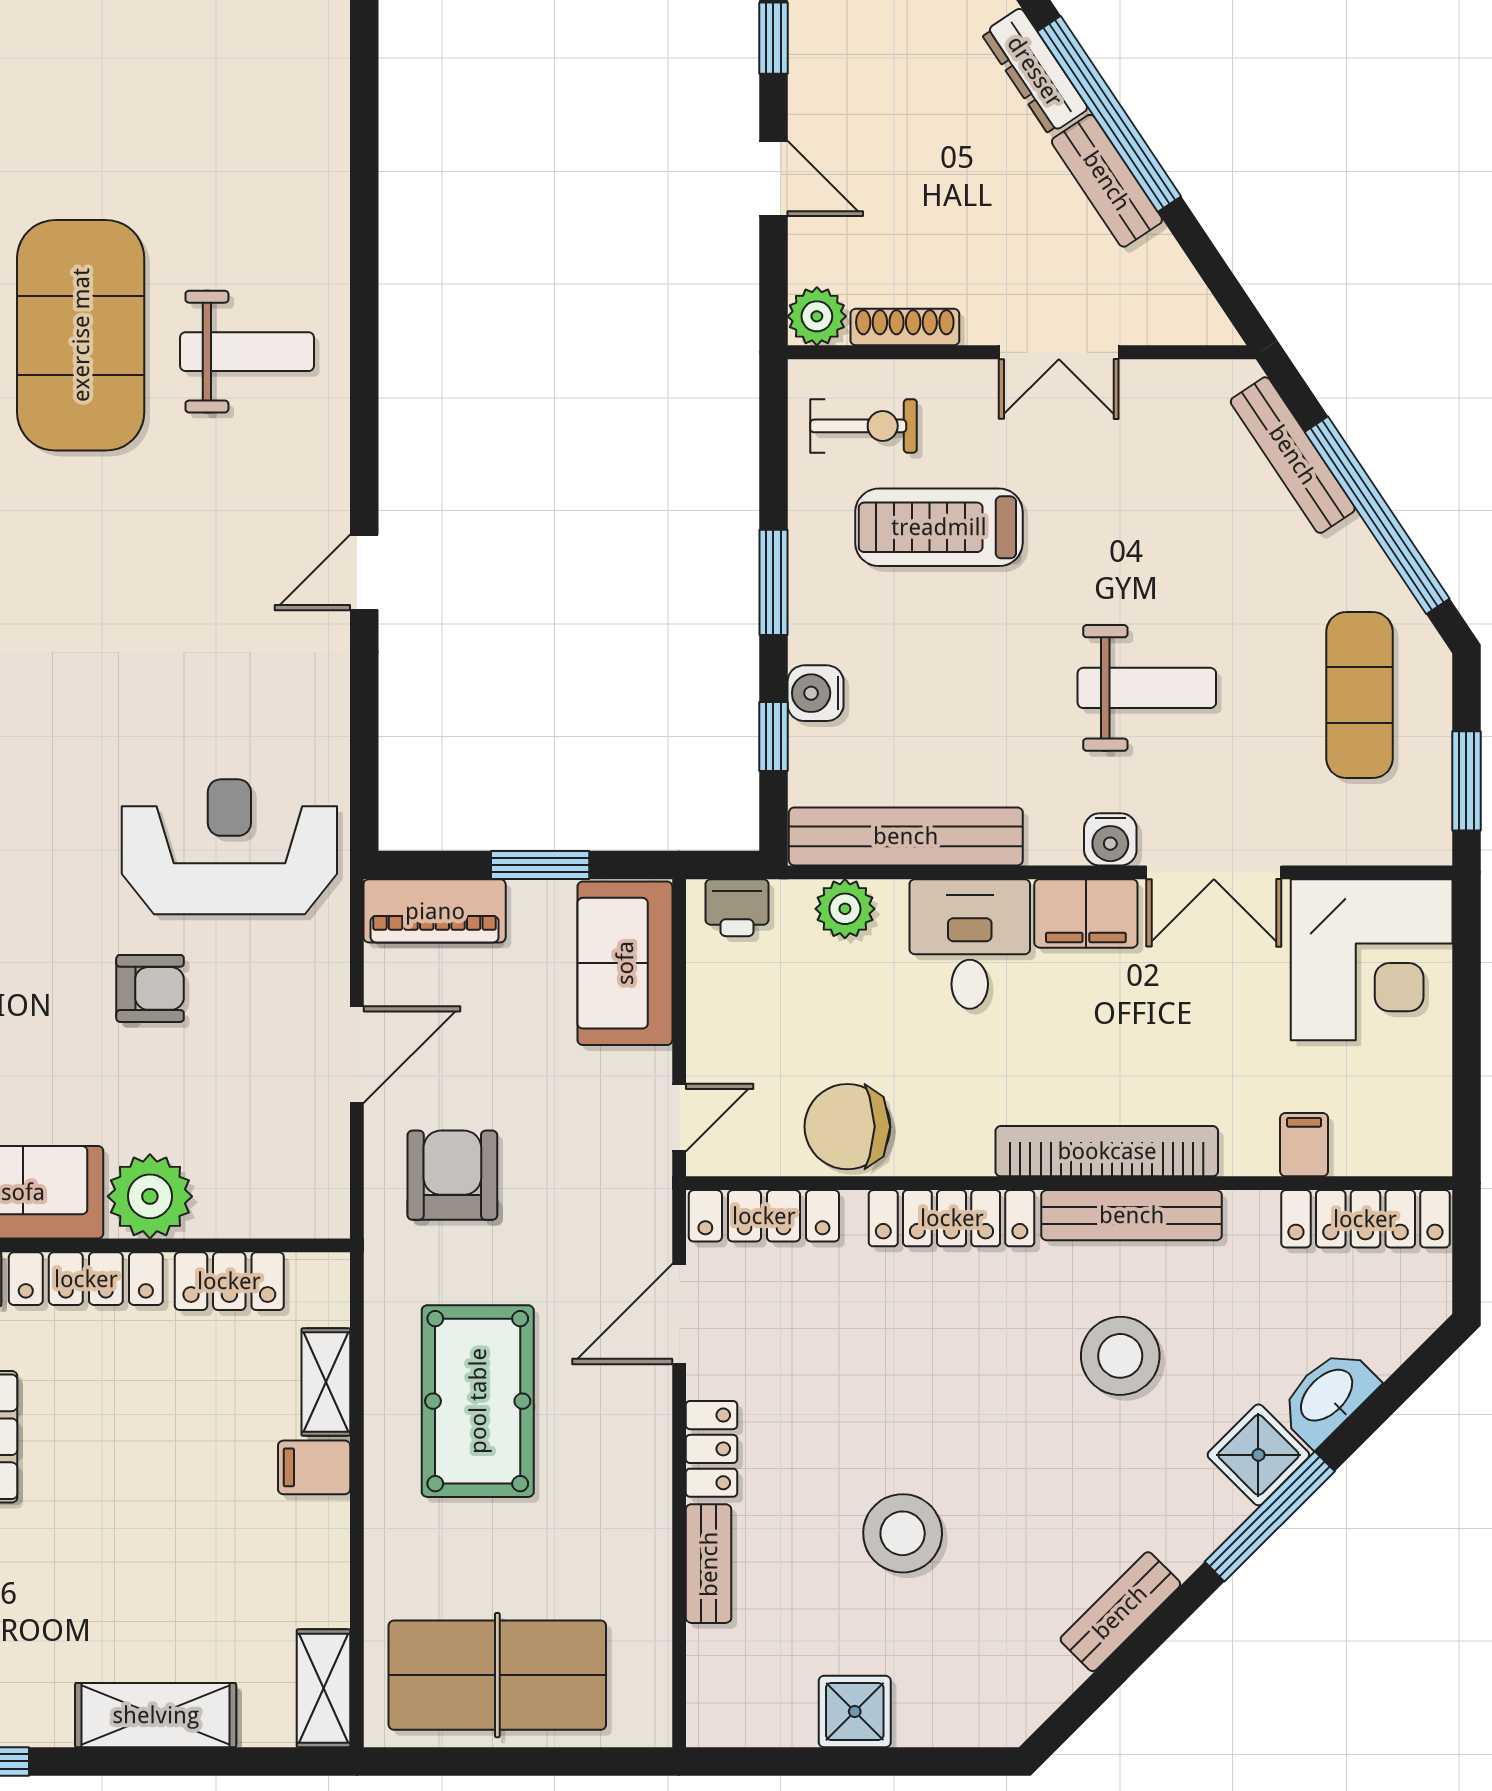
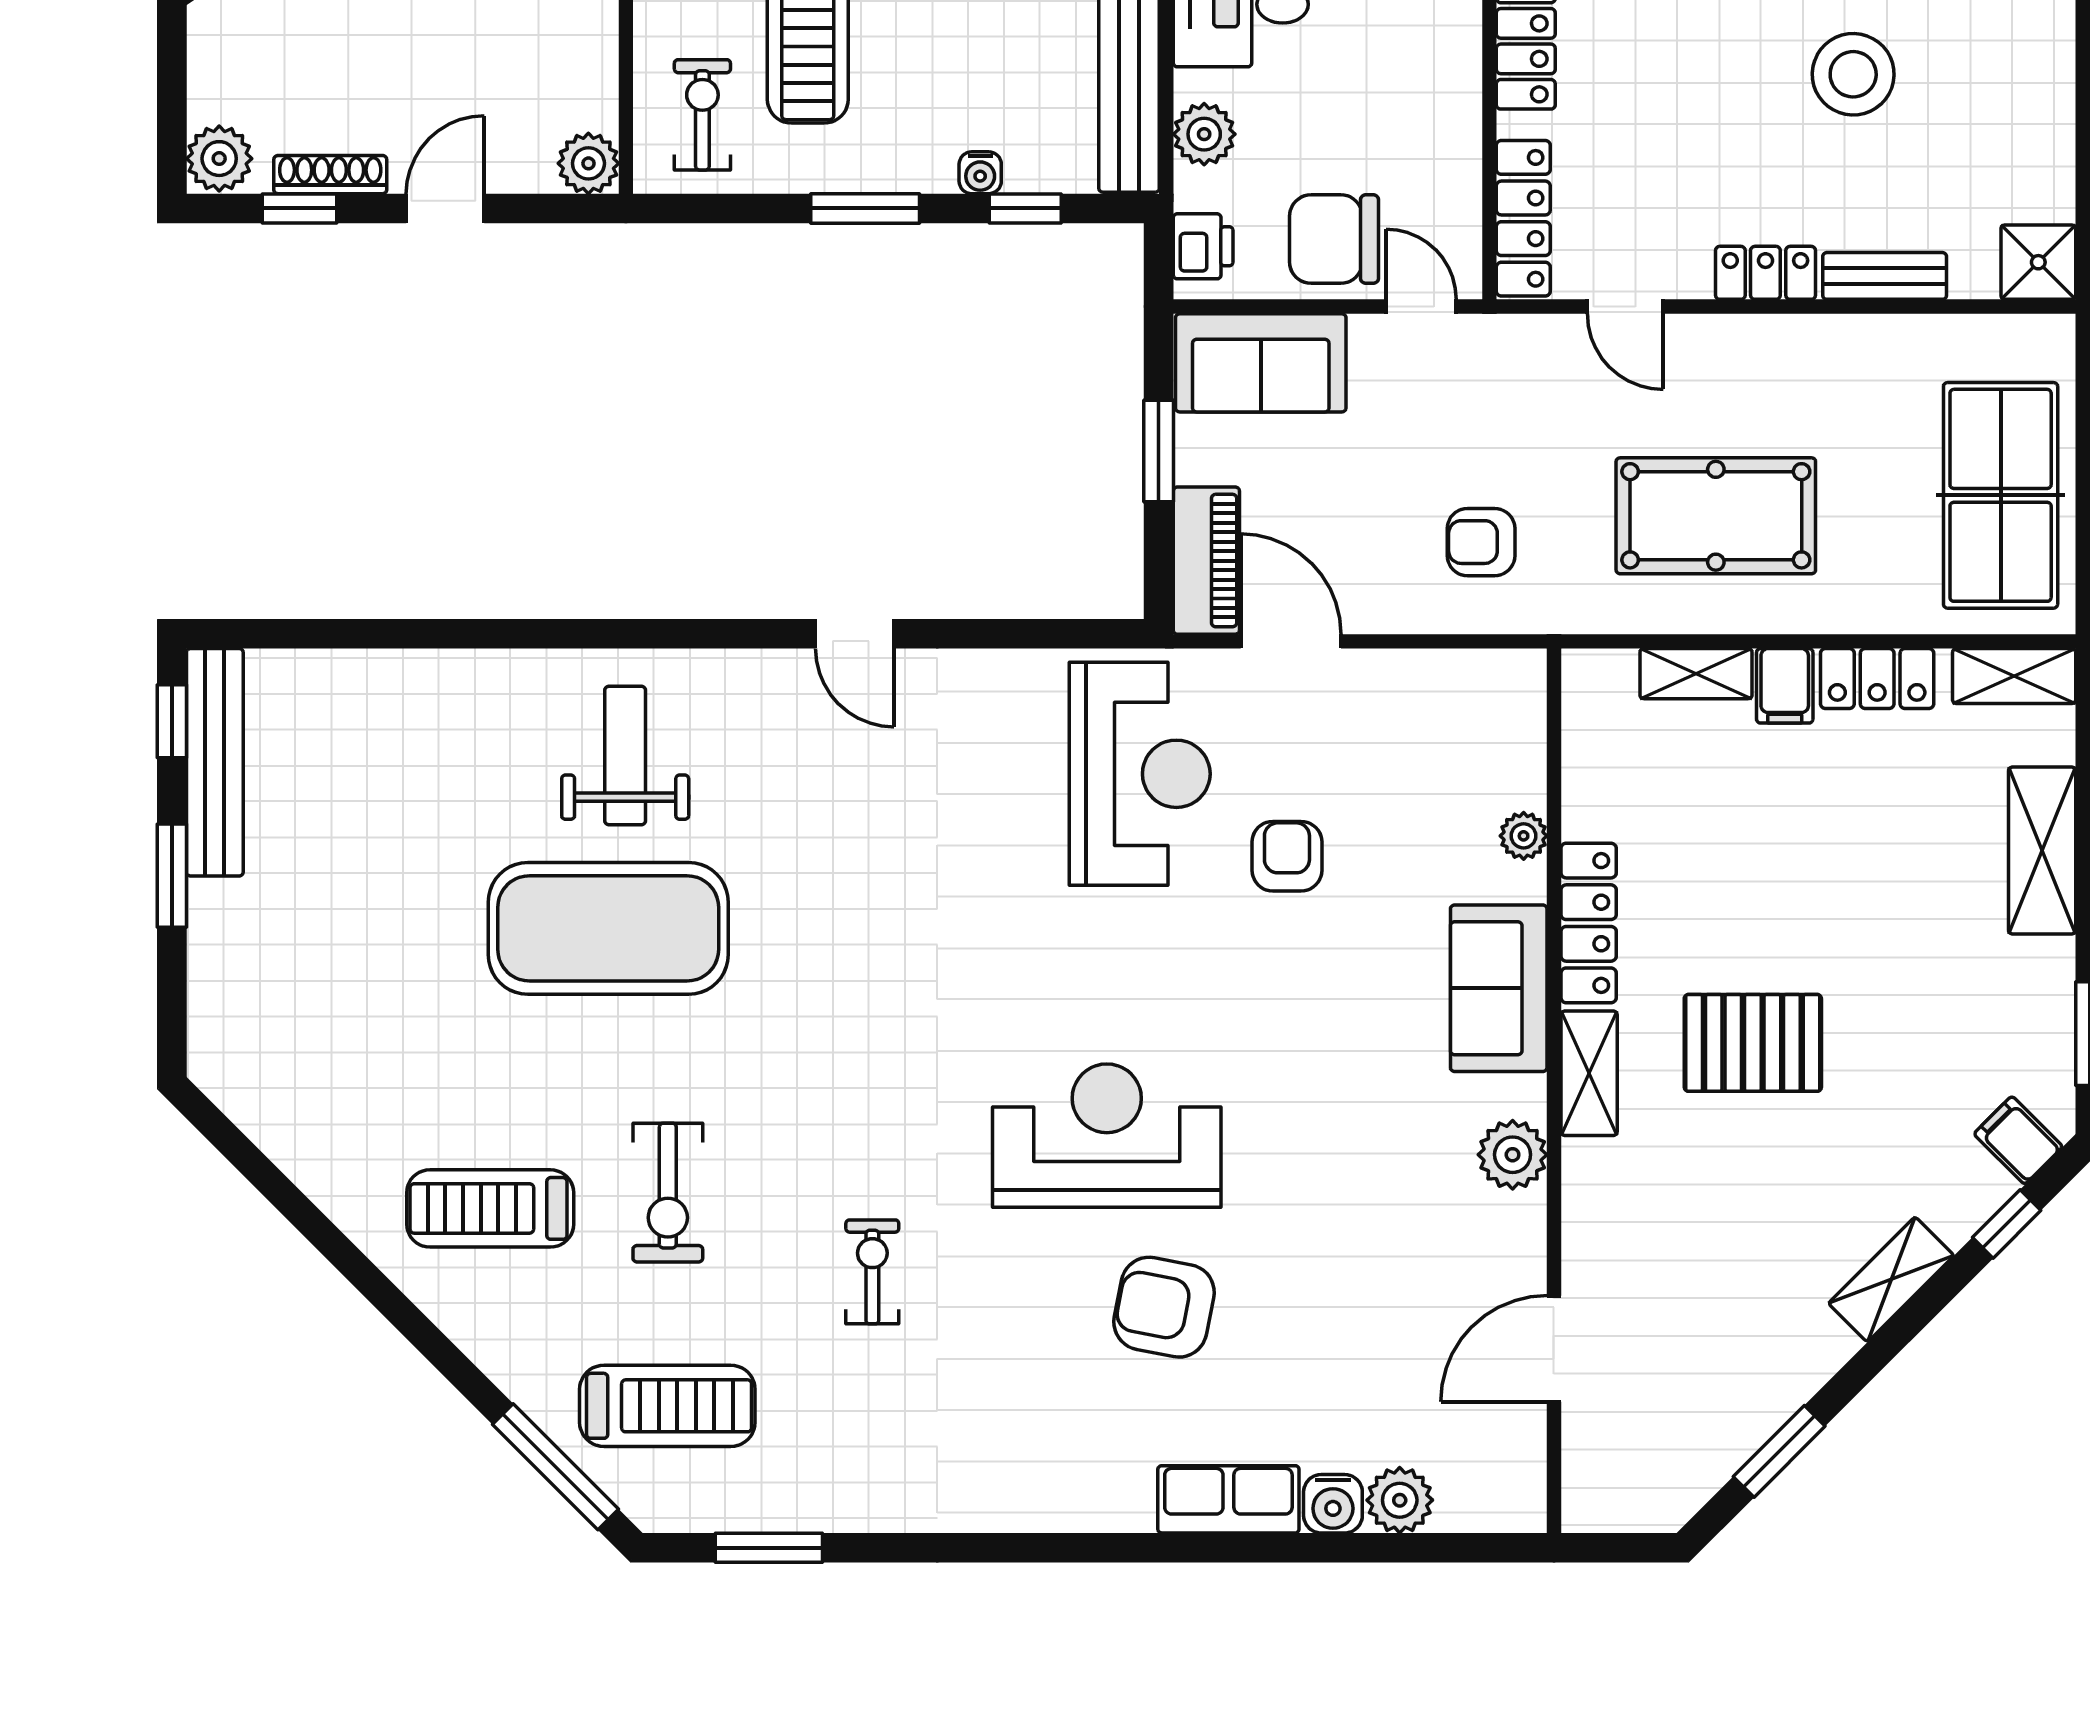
shoe rack: (905, 327) -> (330, 175), moved, turned 90
water cooler: (816, 693) -> (980, 173), width x0.72, depth x0.72
reception desk: (229, 847) -> (1140, 774), turned 180
door: (357, 1055) -> (1291, 641), moved
chair: (847, 1127) -> (1334, 239), moved, turned 90
armchair: (452, 1175) -> (1481, 542), width x0.72, depth x0.72
plant: (150, 1196) -> (1524, 836), width x0.53, depth x0.53
locker: (229, 1281) -> (1877, 679), moved, turned 90
door: (679, 1314) -> (1625, 307), width x0.73
shower: (855, 1711) -> (2038, 262), moved

